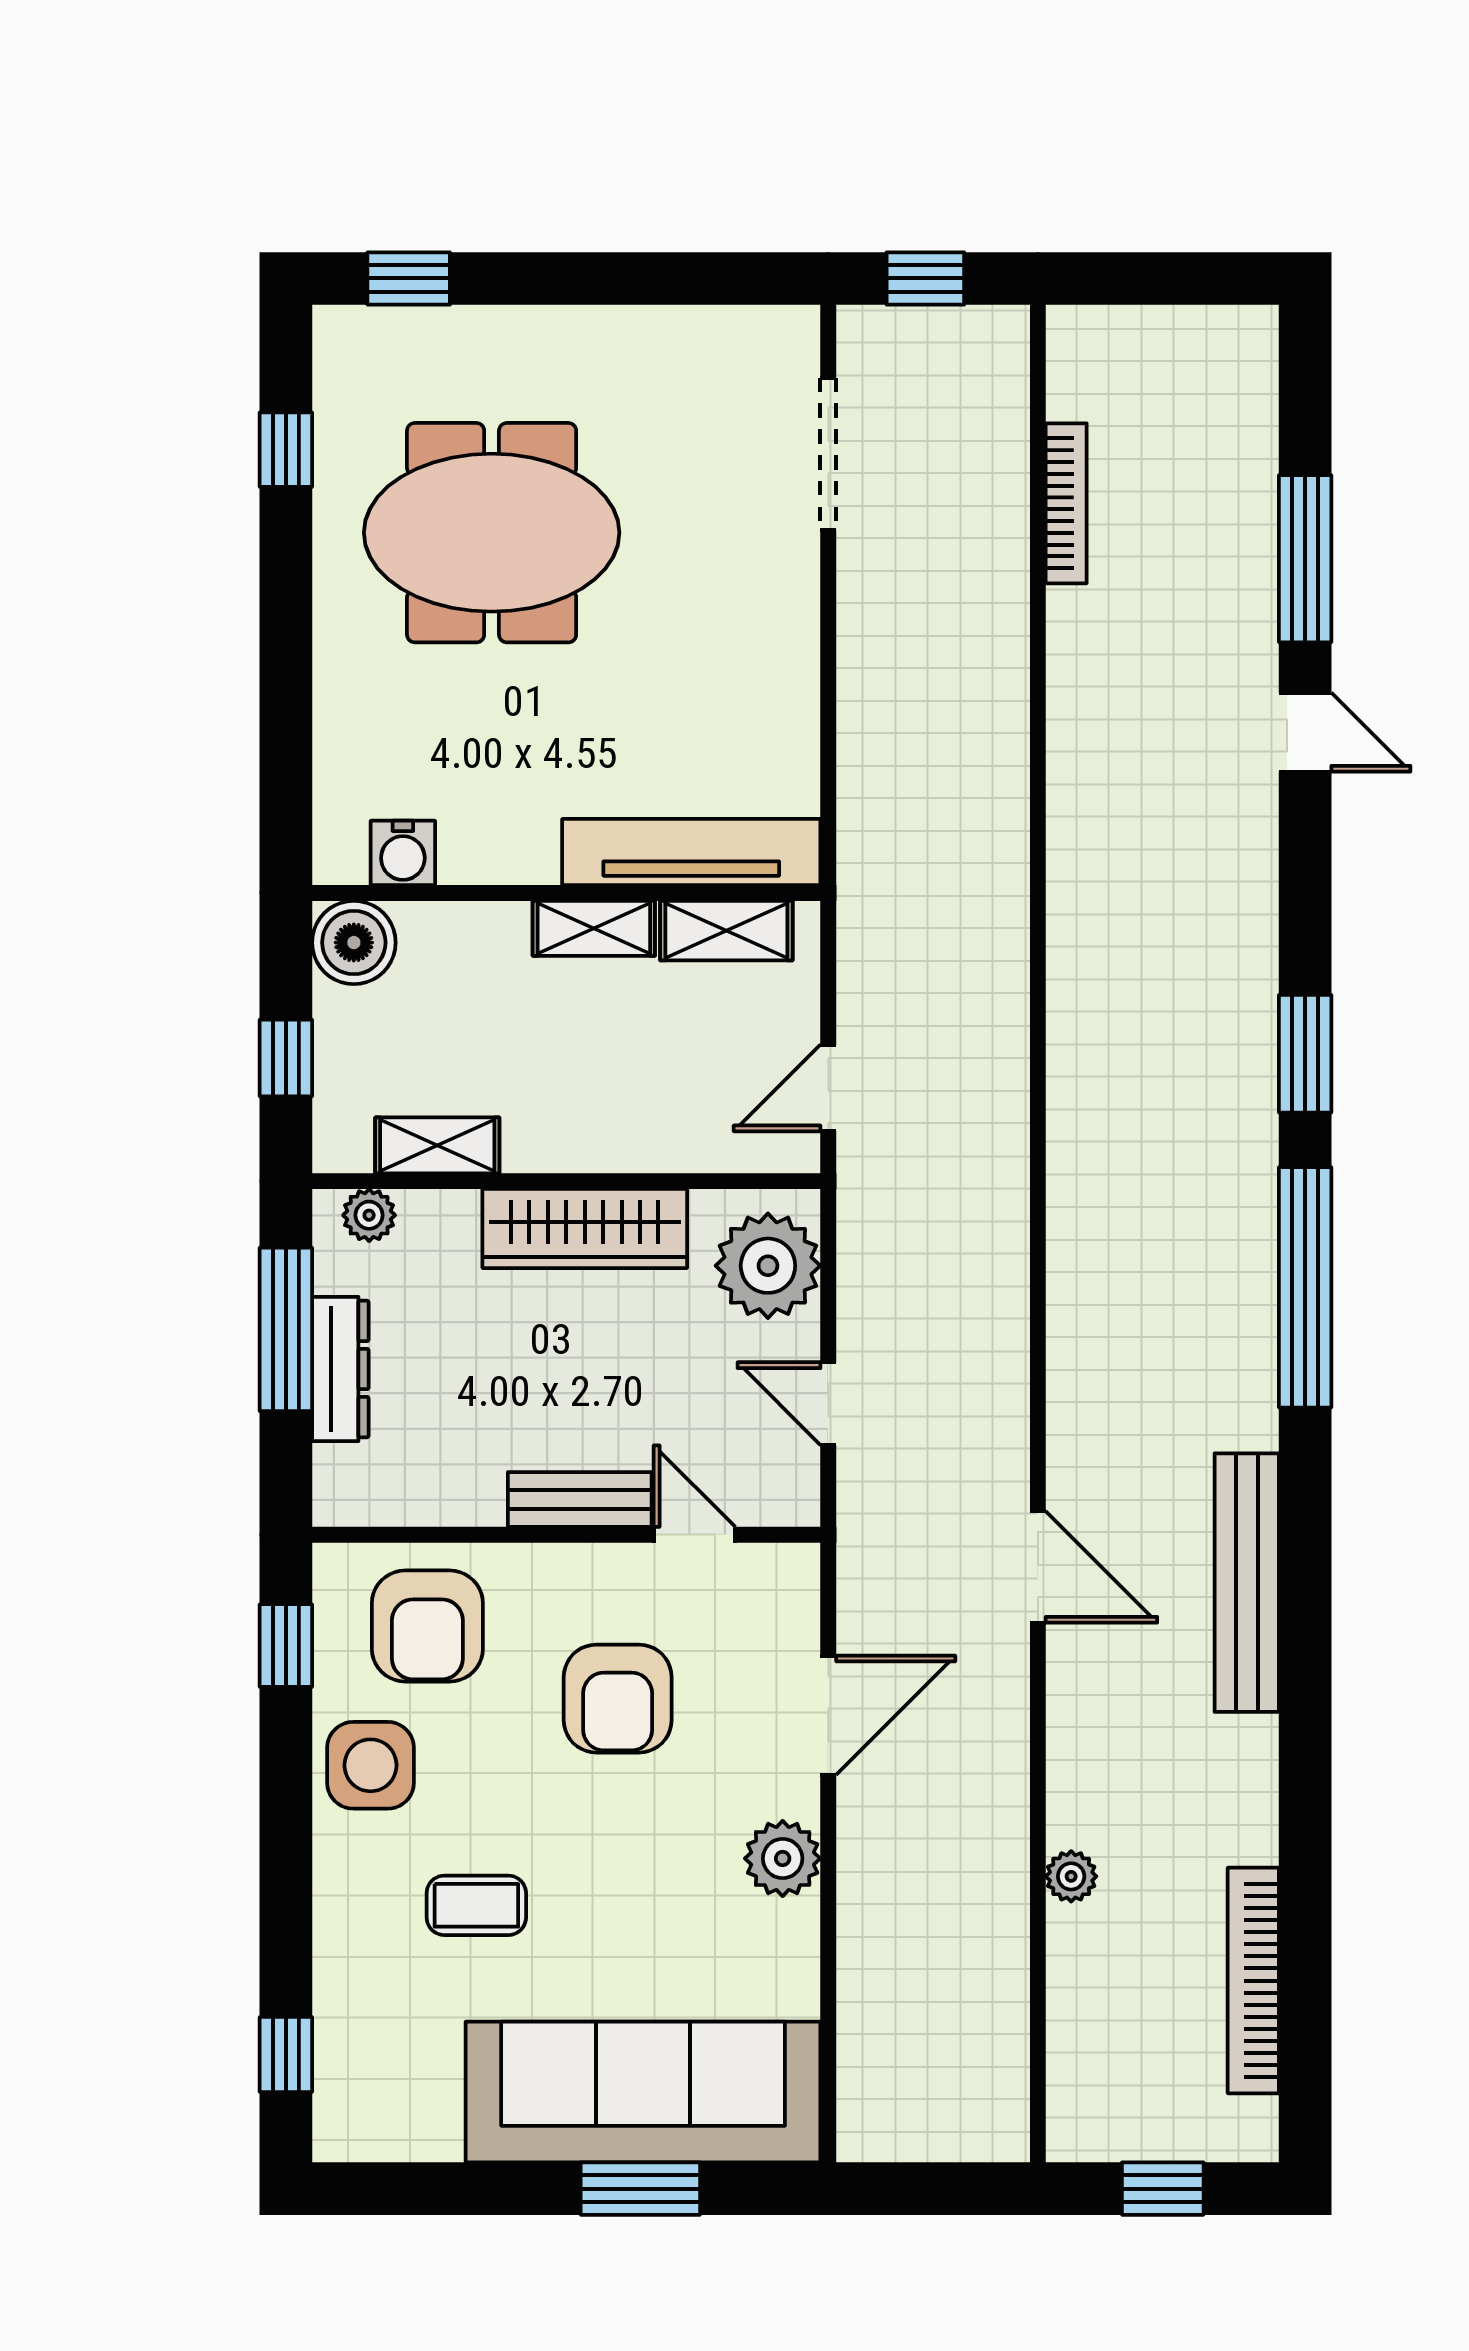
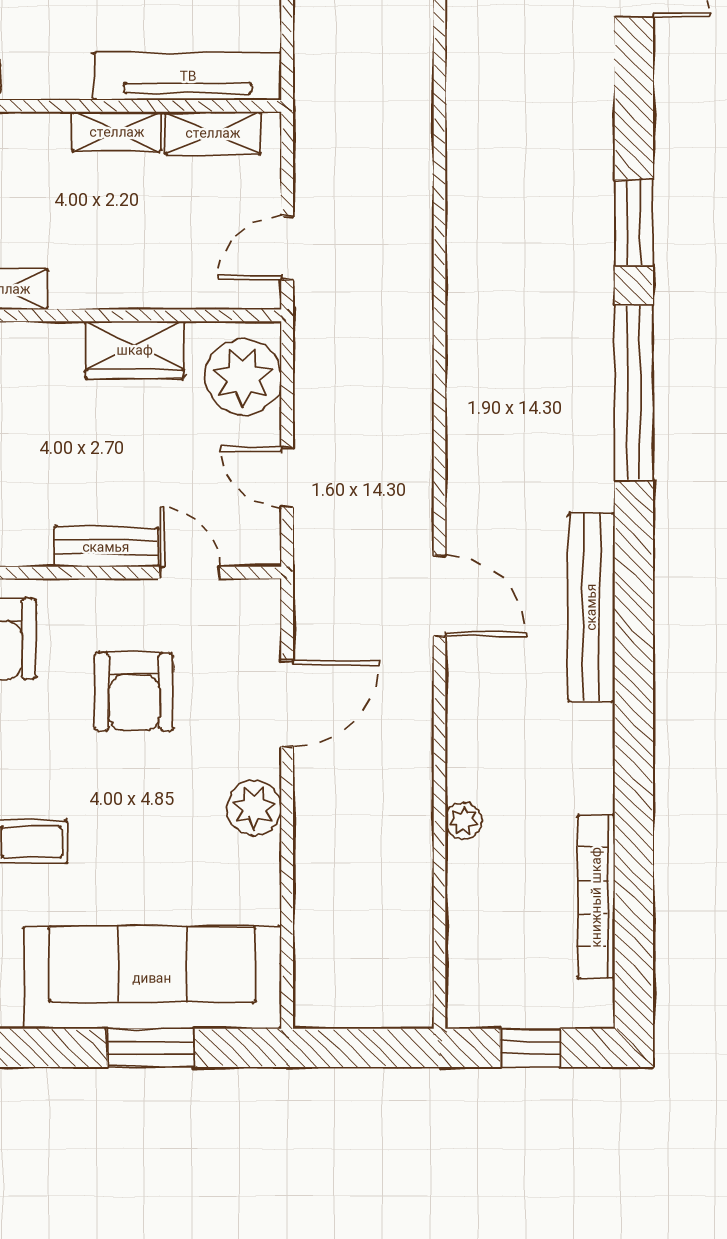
wardrobe: (585, 1229) -> (135, 350), width x0.67

